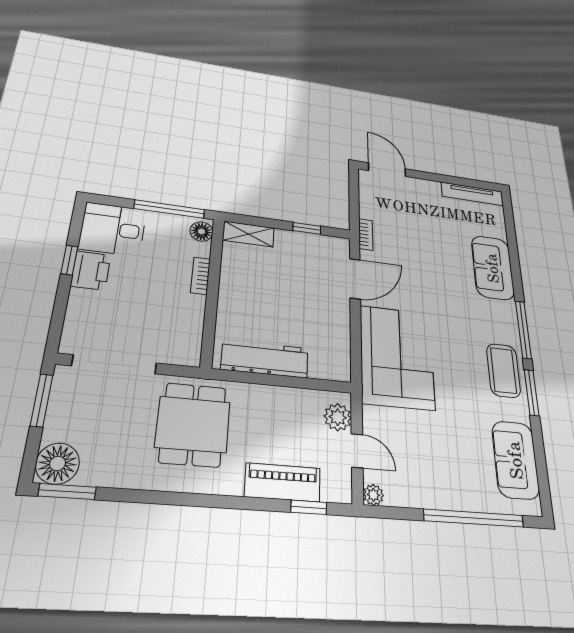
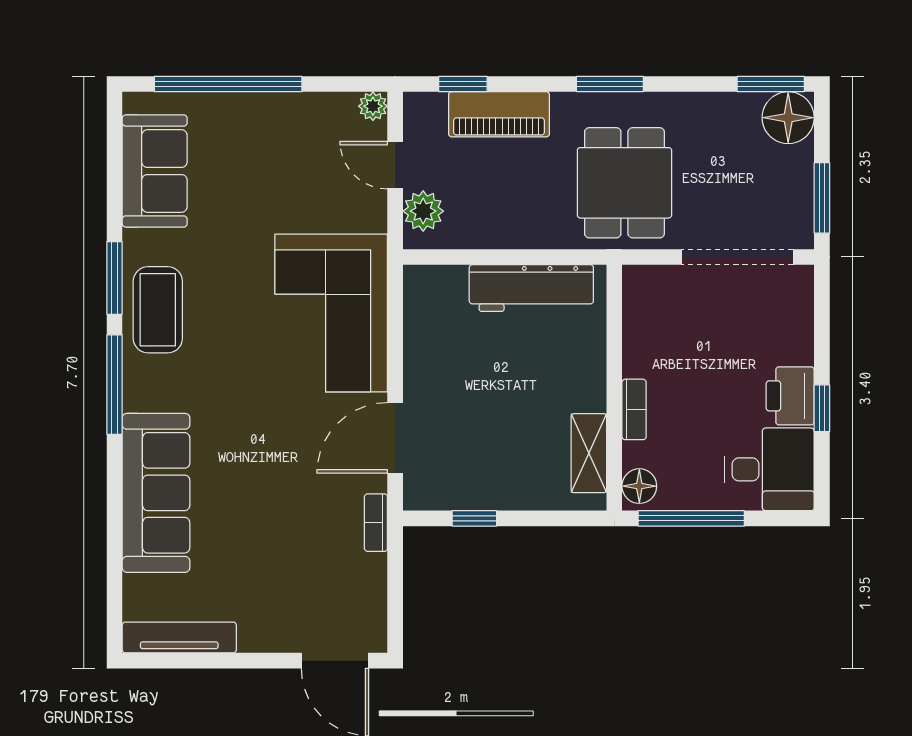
shelving: (248, 234) -> (589, 453), moved, turned 90
sofa: (493, 268) -> (156, 493), width x1.36
window: (197, 500) -> (610, 84), added

